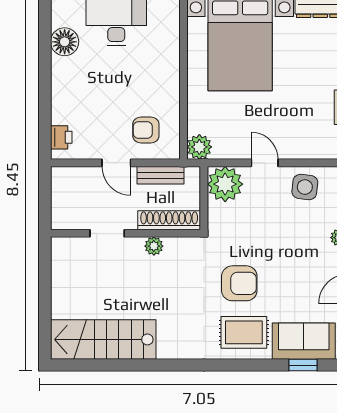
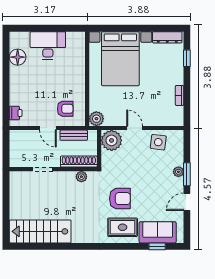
armchair: (146, 130) -> (65, 109), turned 180
plant: (154, 246) -> (81, 177), moved

